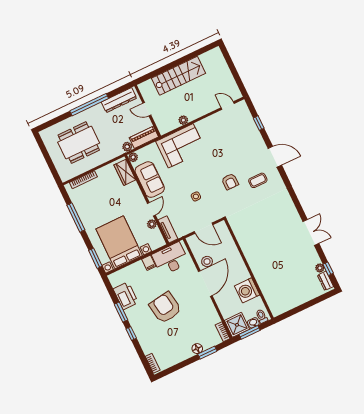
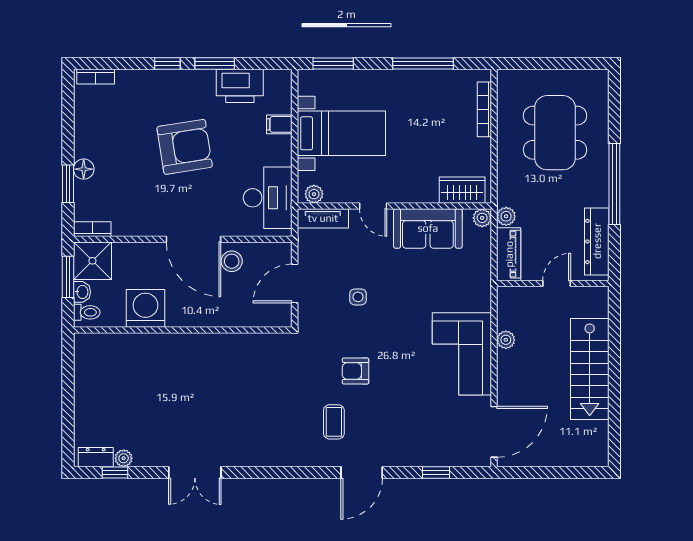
door: (228, 106) -> (494, 432), width x1.87
corner sofa: (181, 146) -> (462, 354), moved
plant: (152, 224) -> (314, 194), moved
bed with nightstands: (119, 242) -> (341, 133), width x0.73
filing cabinet: (149, 263) -> (279, 124), moved

